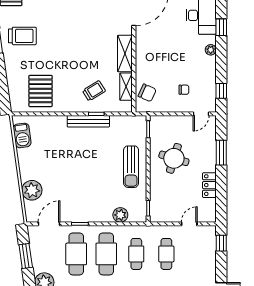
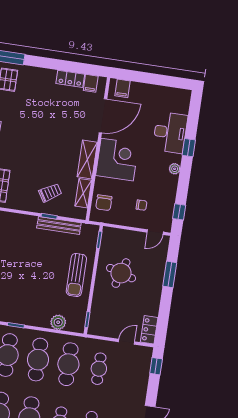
corner desk: (154, 49) -> (117, 160), added
chair: (147, 93) -> (104, 203), turned 66
bench: (88, 121) -> (59, 225), moved
locker: (209, 185) -> (149, 330), moved
cafe table: (136, 254) -> (68, 364), width x1.37, depth x1.35

